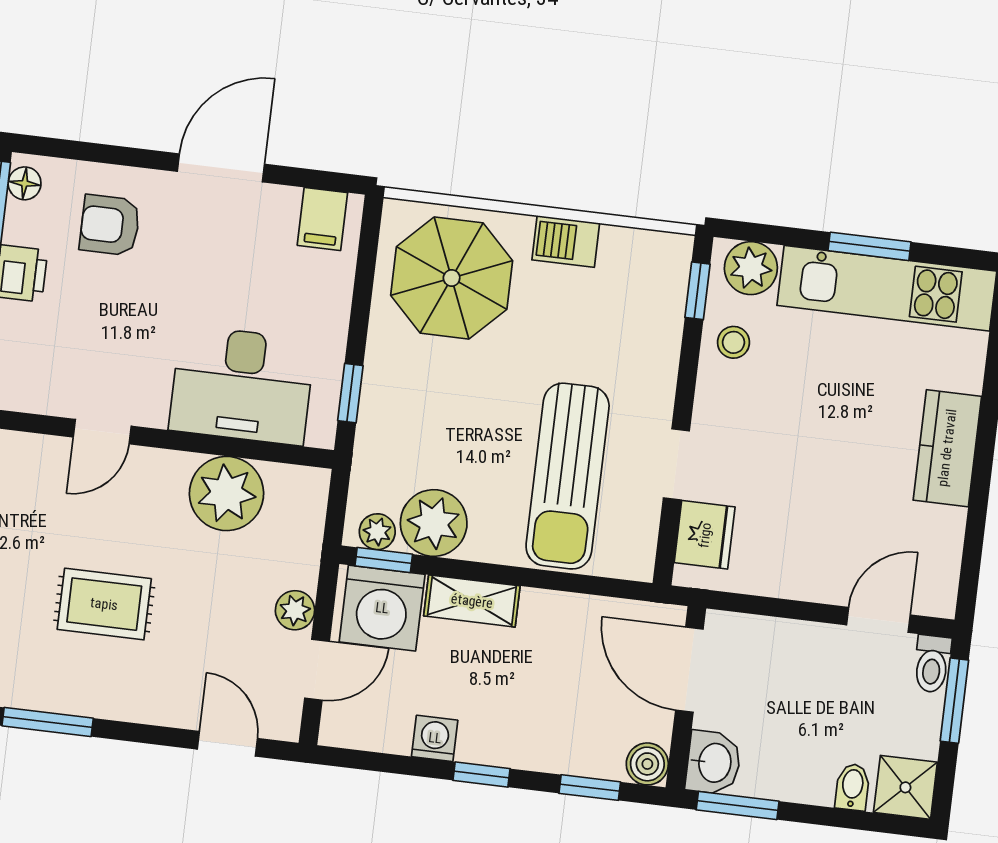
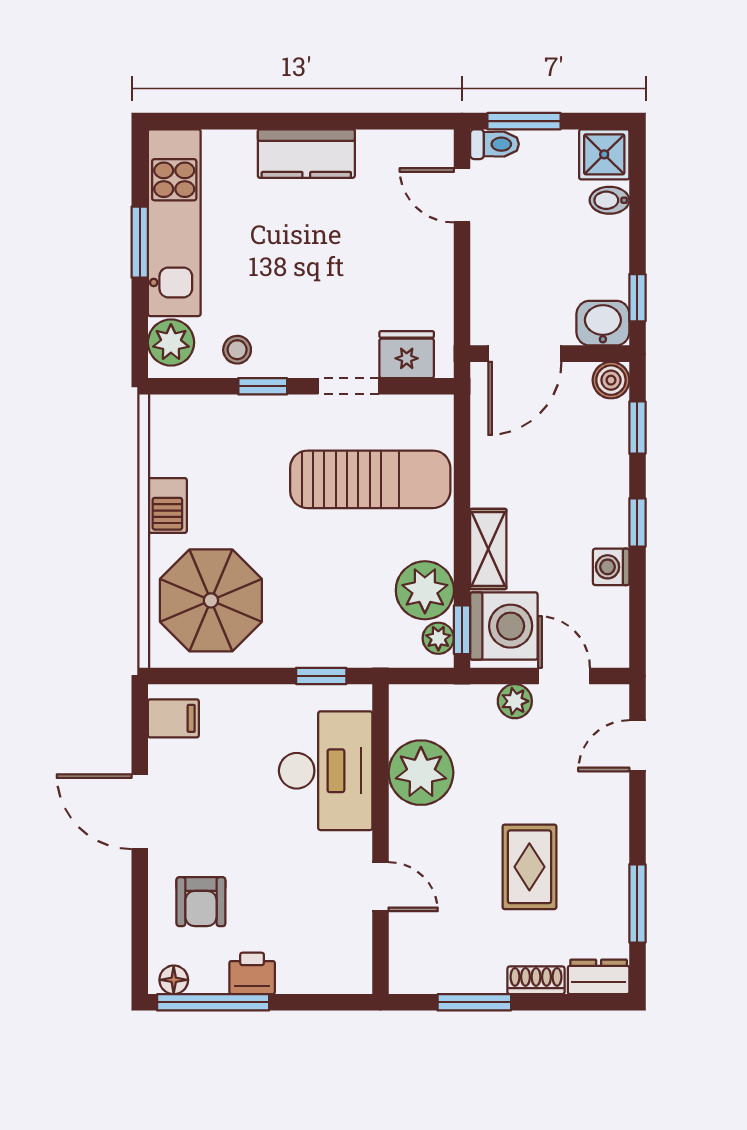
window: (697, 291) -> (263, 386), moved
window: (738, 805) -> (637, 298), width x0.67

